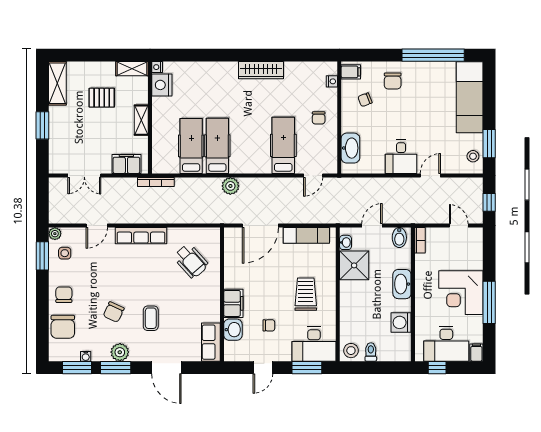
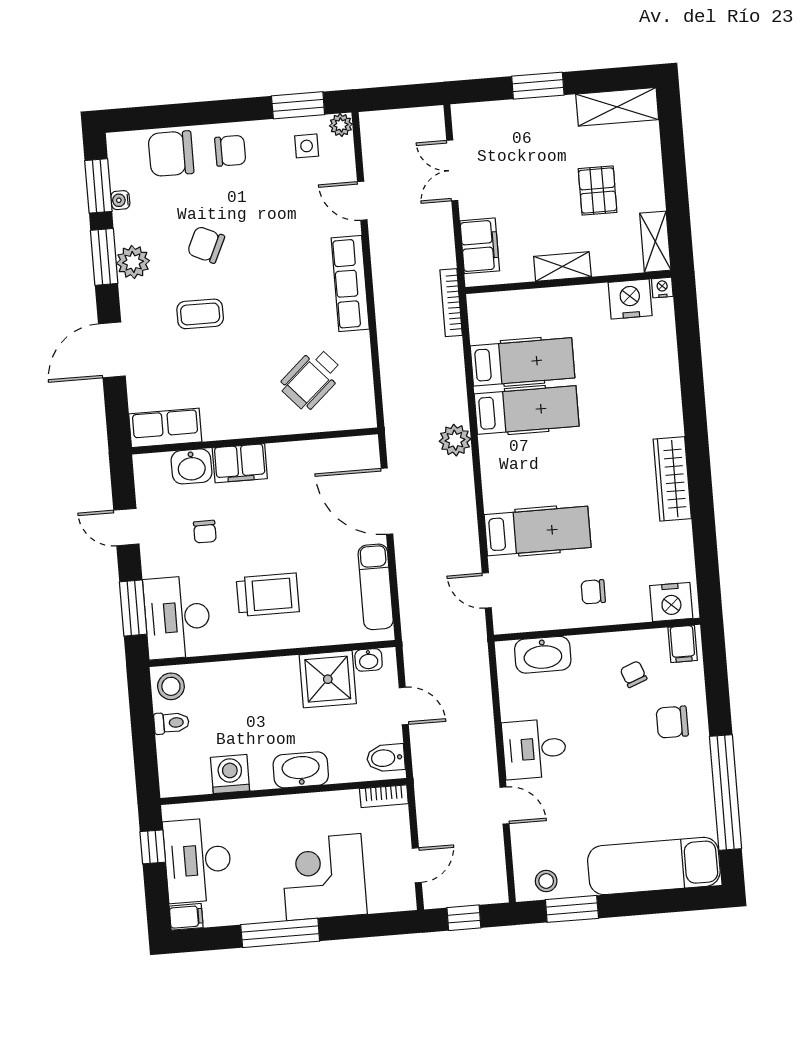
nightstand: (332, 81) -> (671, 602), width x1.89, depth x1.79
corner desk: (461, 293) -> (324, 877), moved

